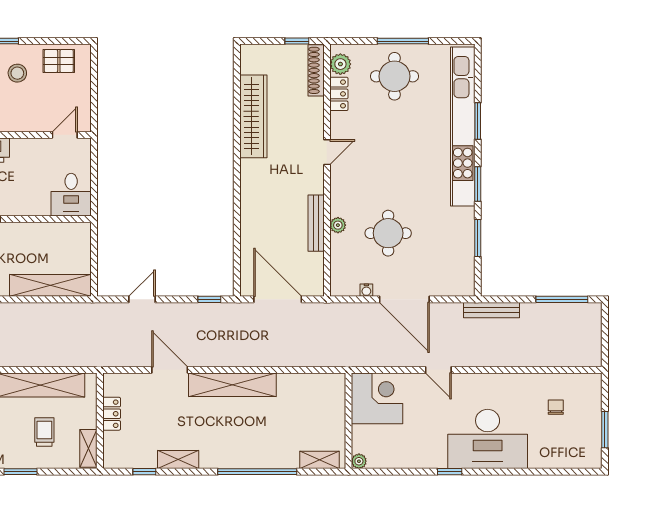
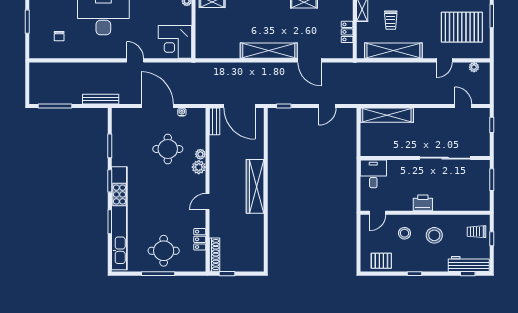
plant: (340, 64) -> (199, 167), moved
stool: (17, 73) -> (404, 233), moved
wardrobe: (253, 116) -> (255, 186), moved
bench: (316, 223) -> (214, 121), moved, width x0.73

